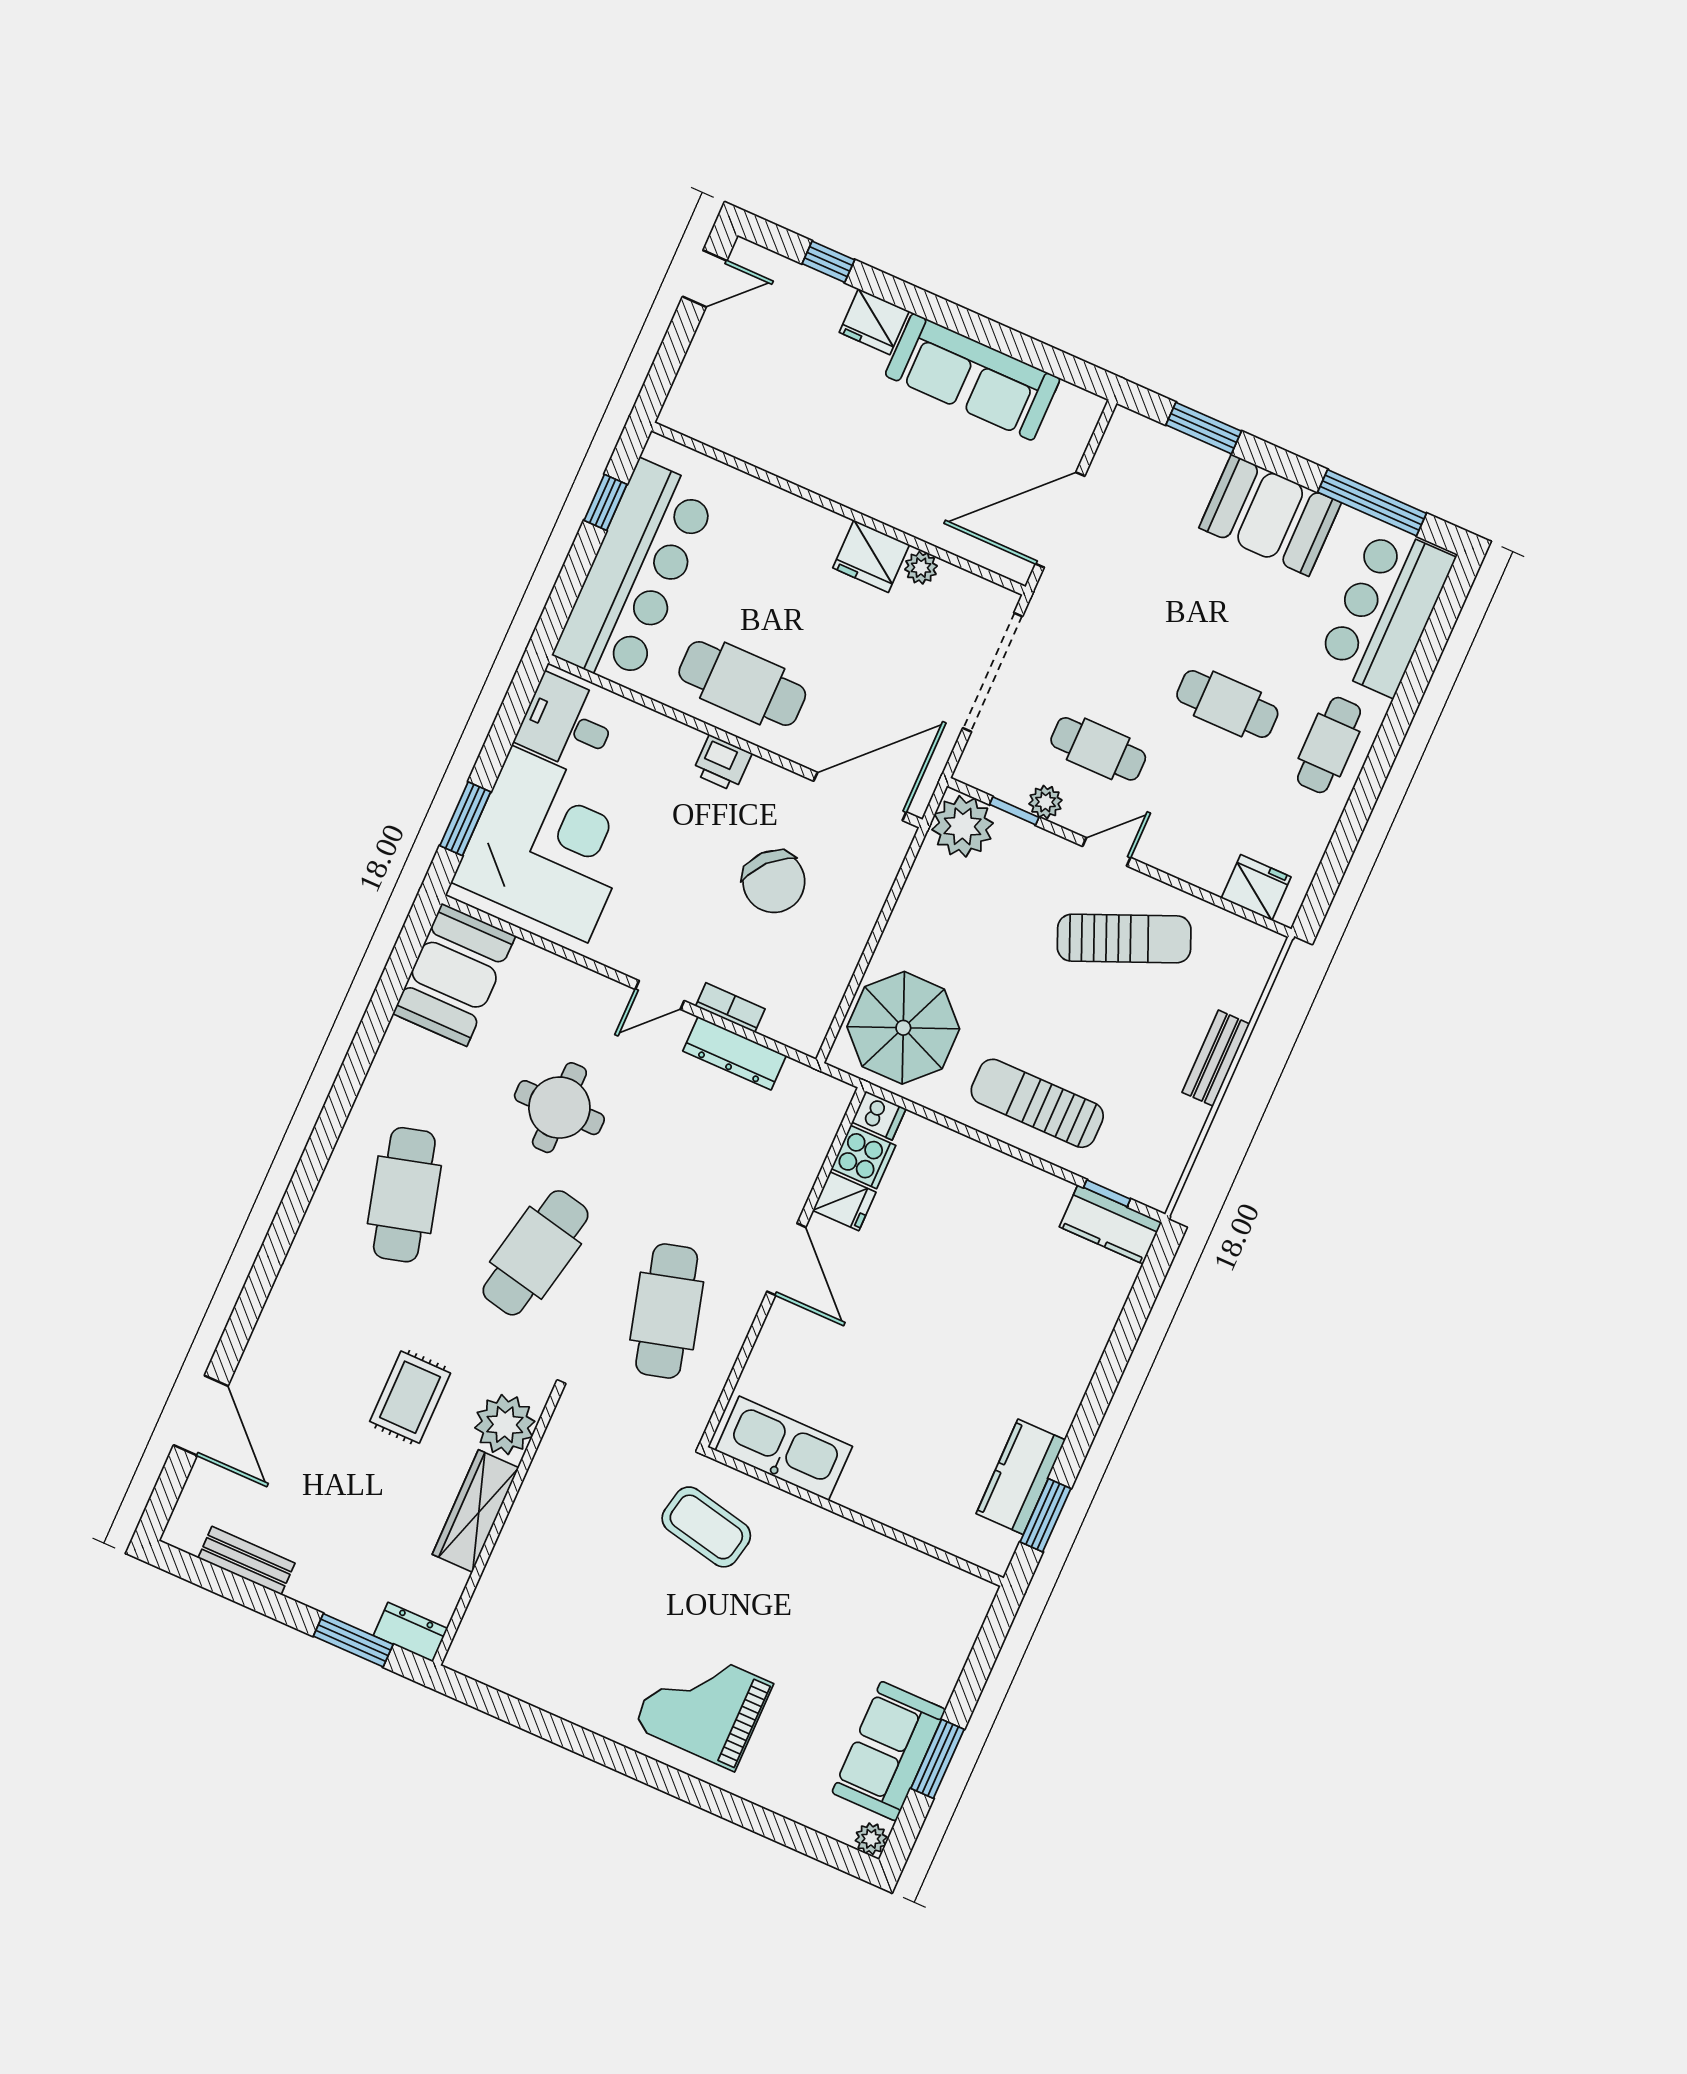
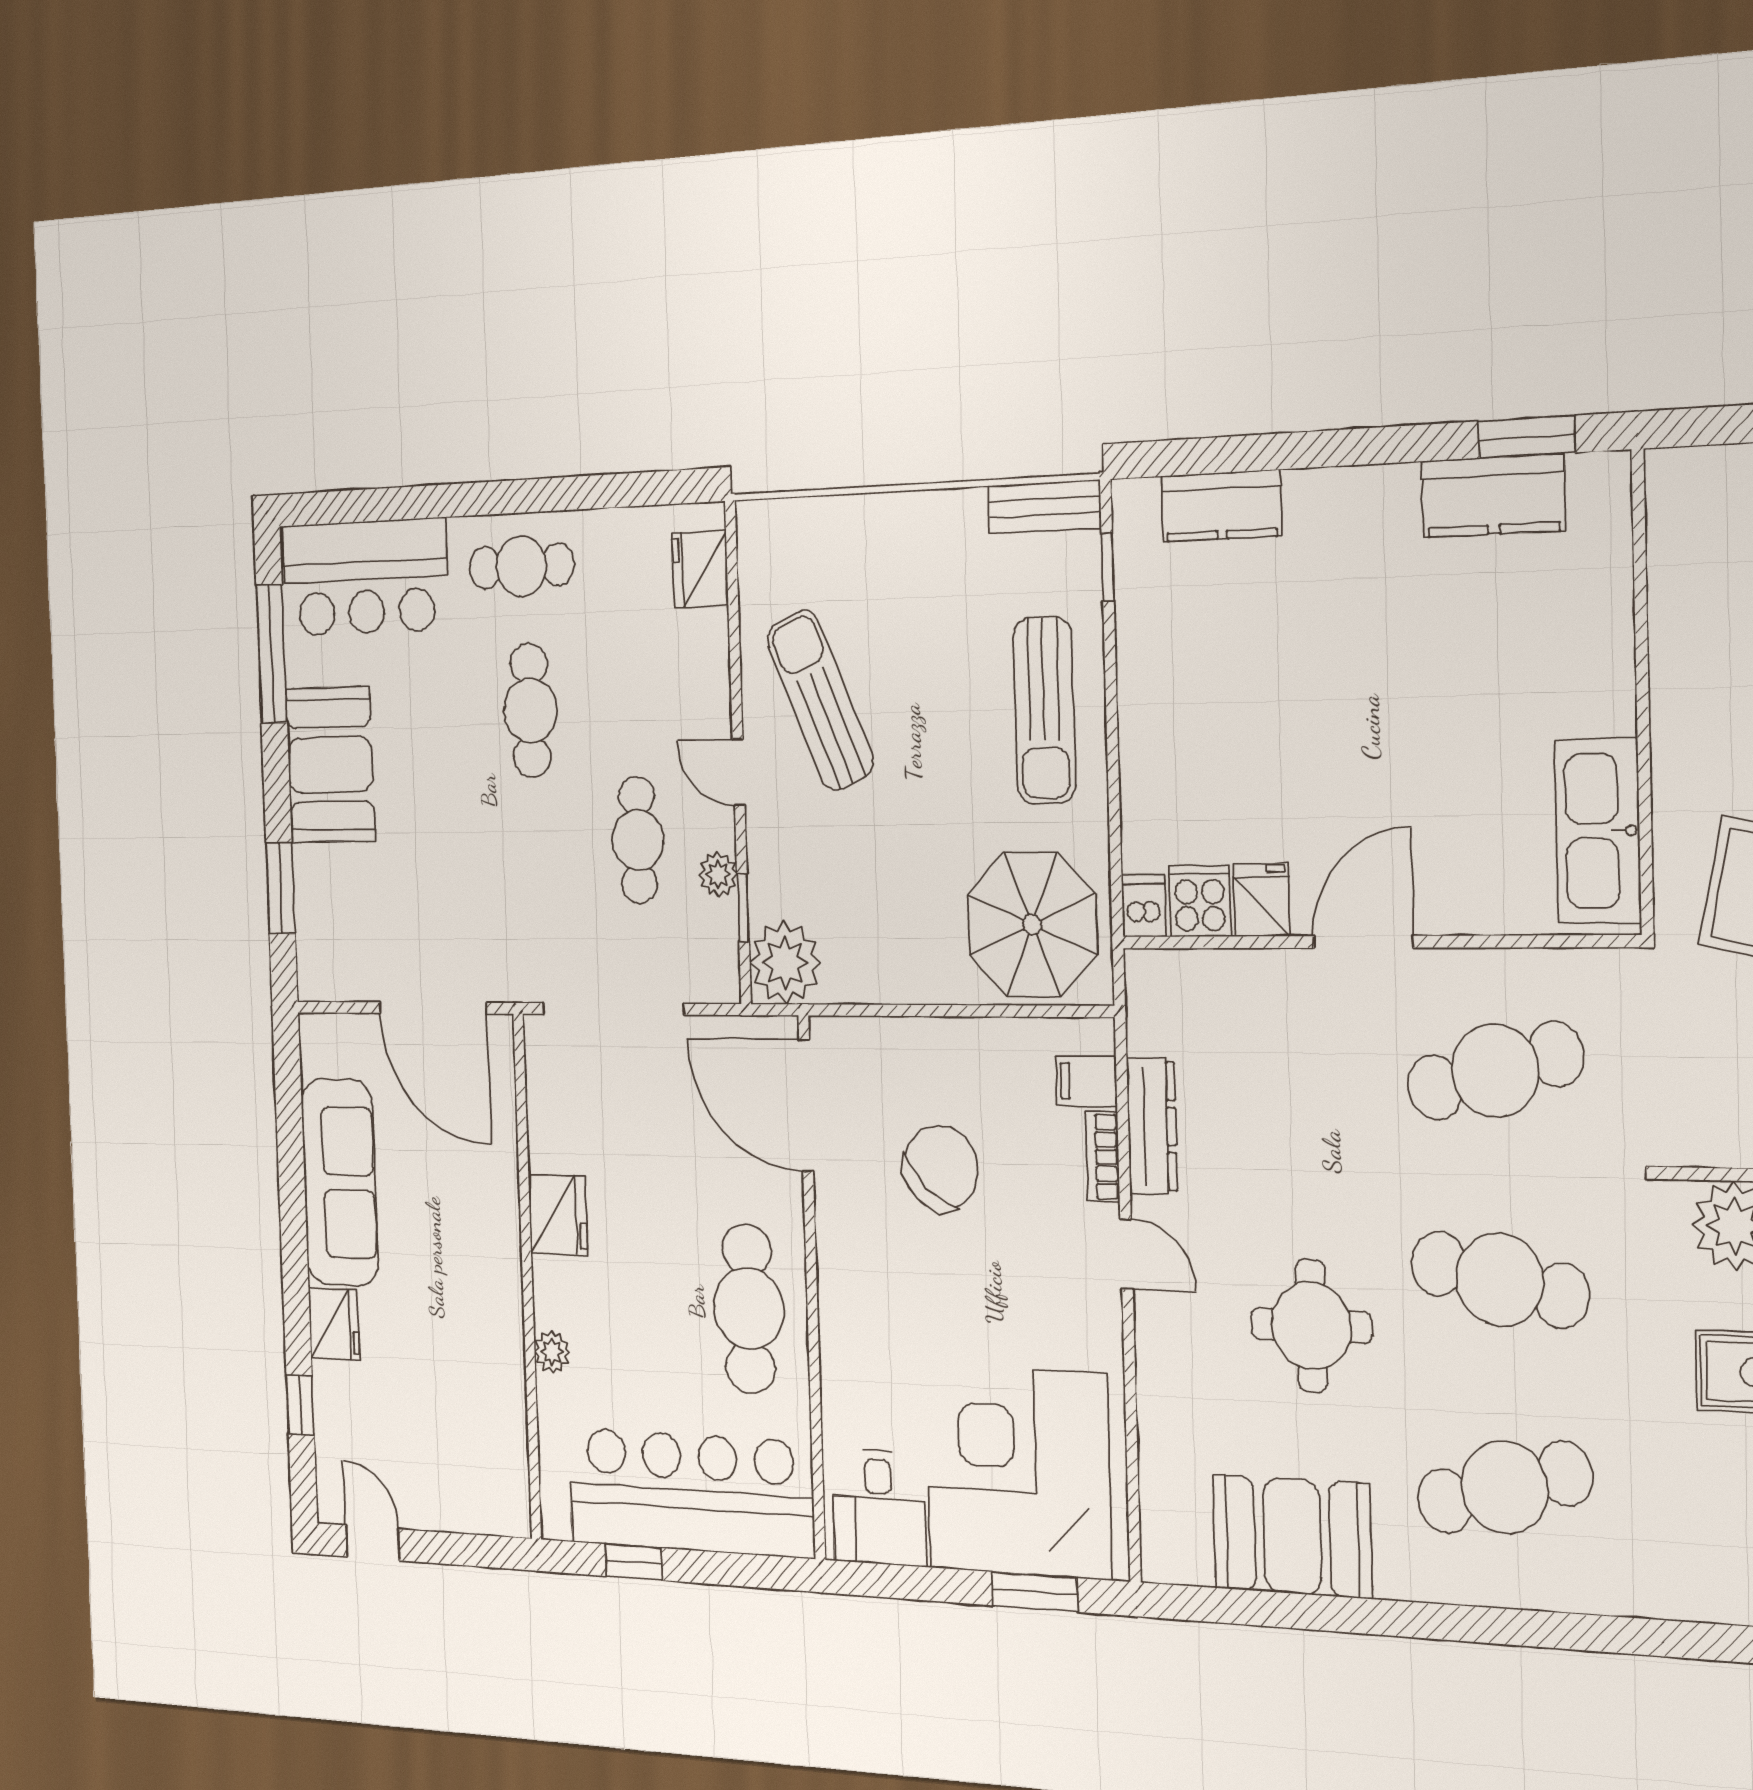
plant: (921, 568) -> (552, 1352), moved
printer: (722, 763) -> (842, 1294), removed
booth: (454, 975) -> (1292, 1536), moved
filing cabinet: (784, 1019) -> (1086, 1081), added
bench: (1216, 1058) -> (1044, 507), moved
kitchen counter: (1111, 1224) -> (1221, 506), moved, turned 90

